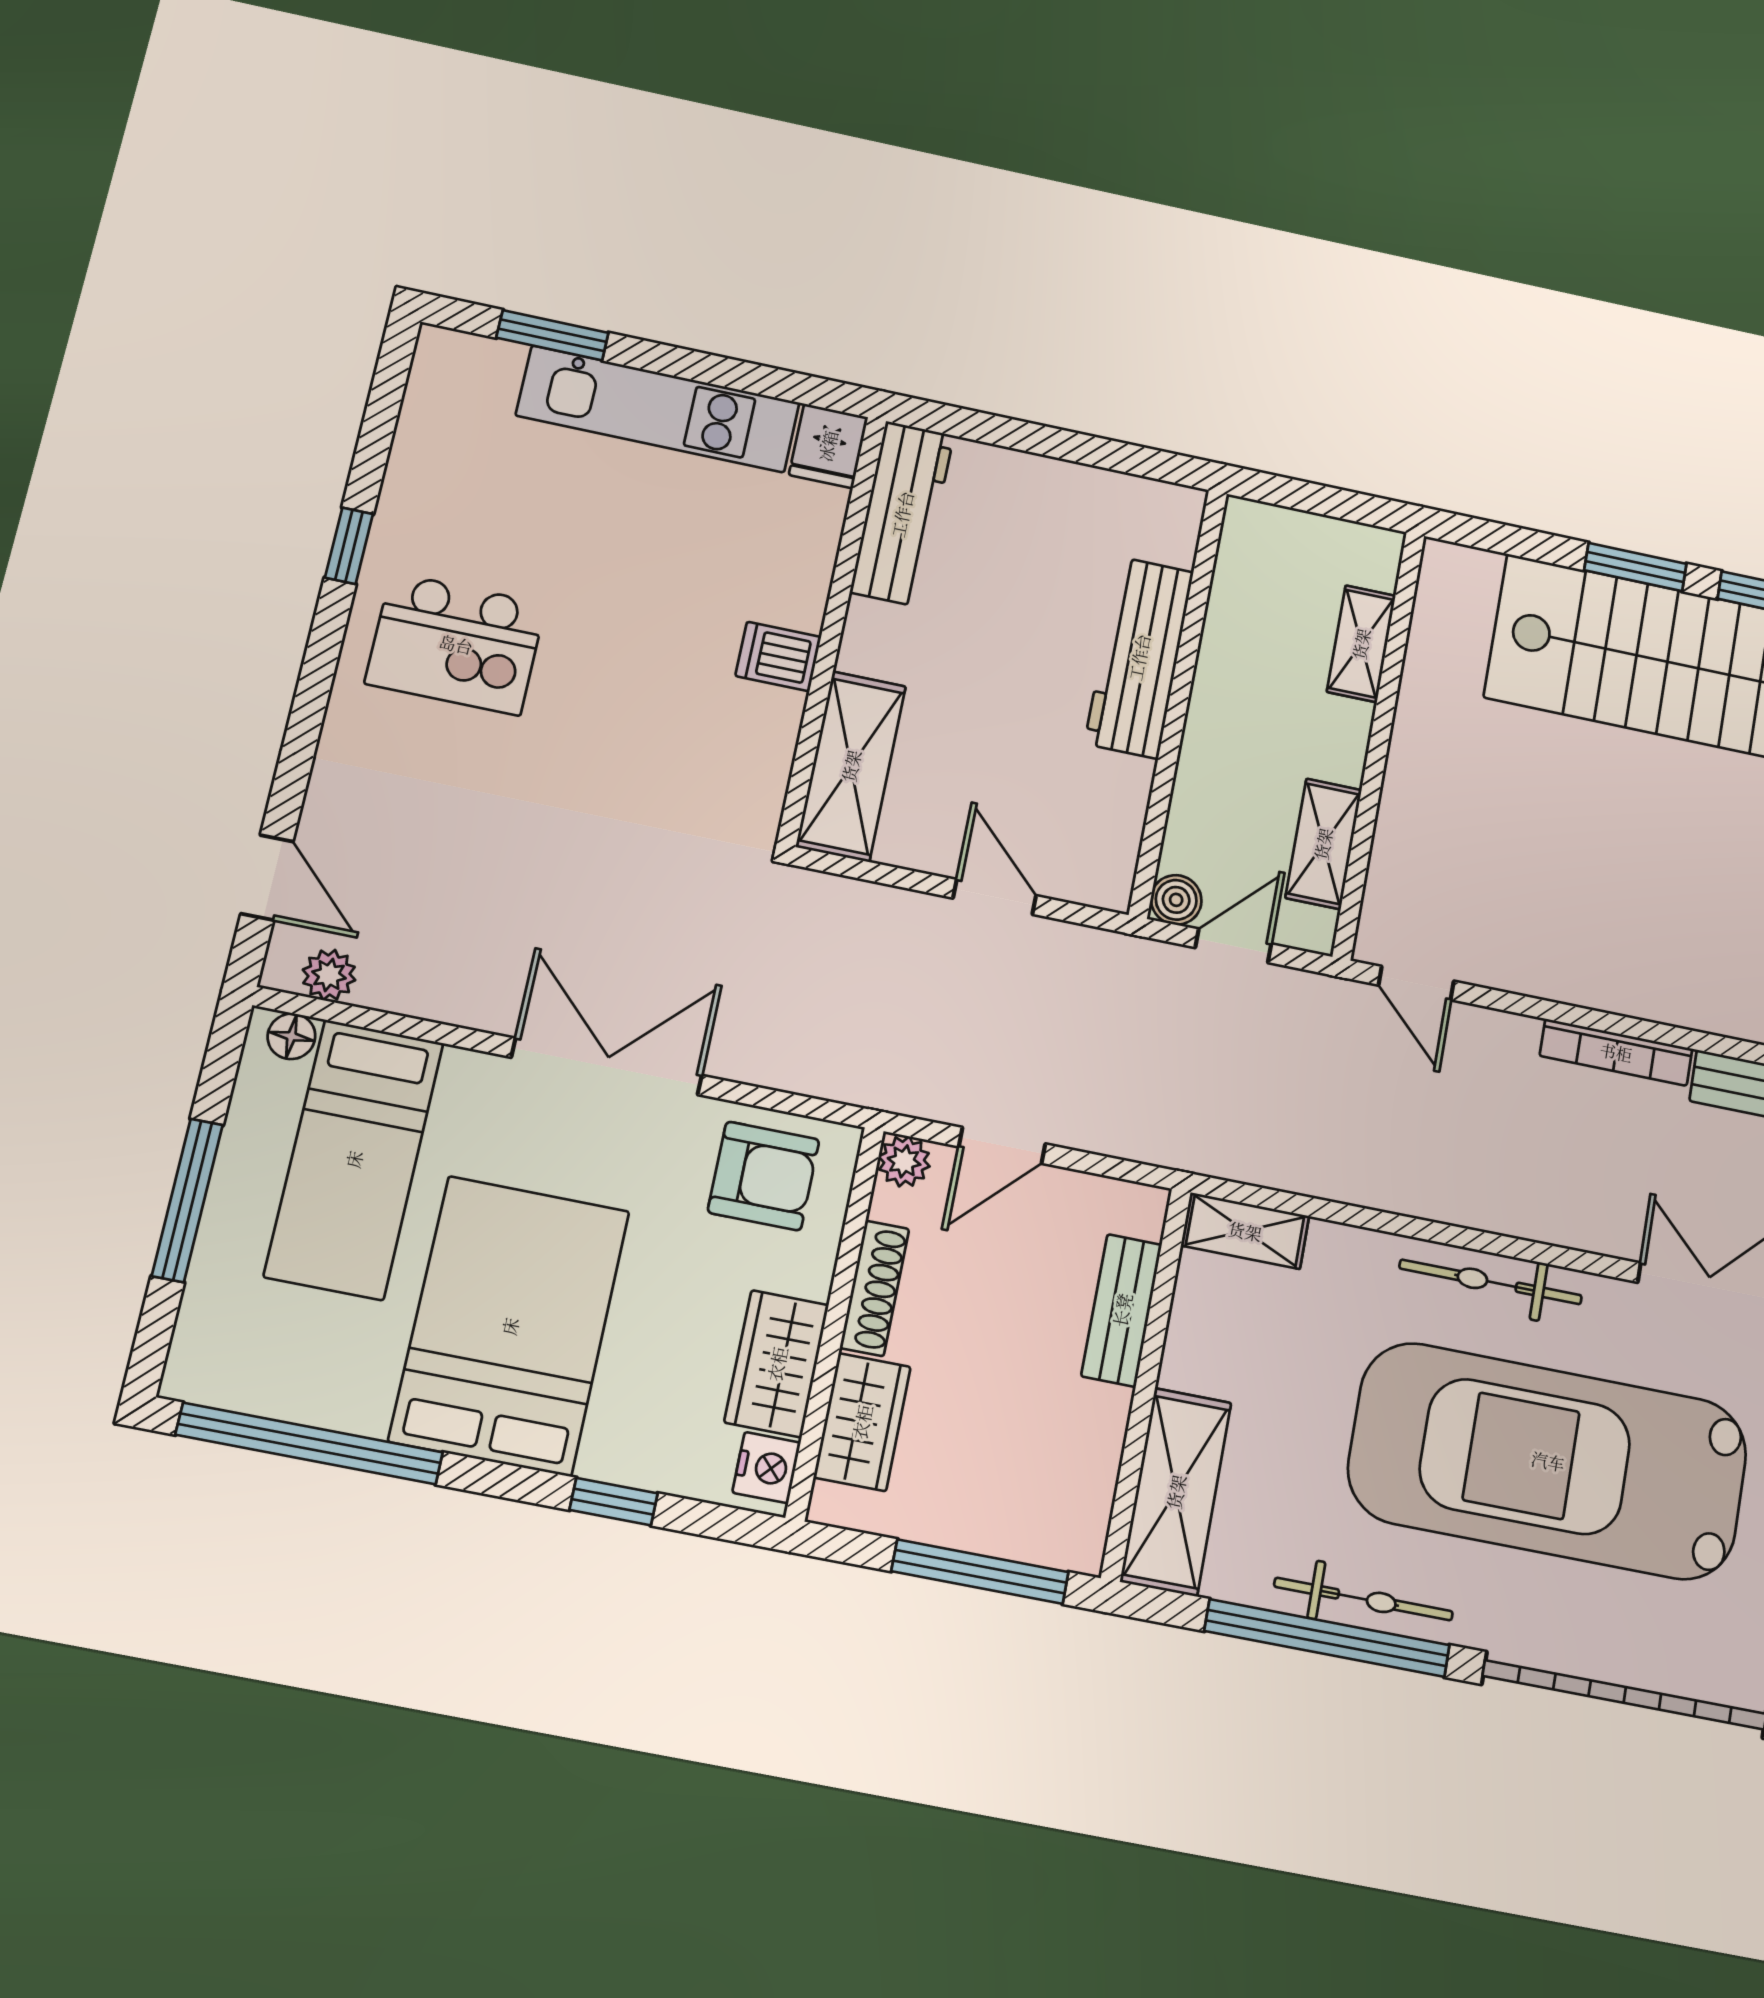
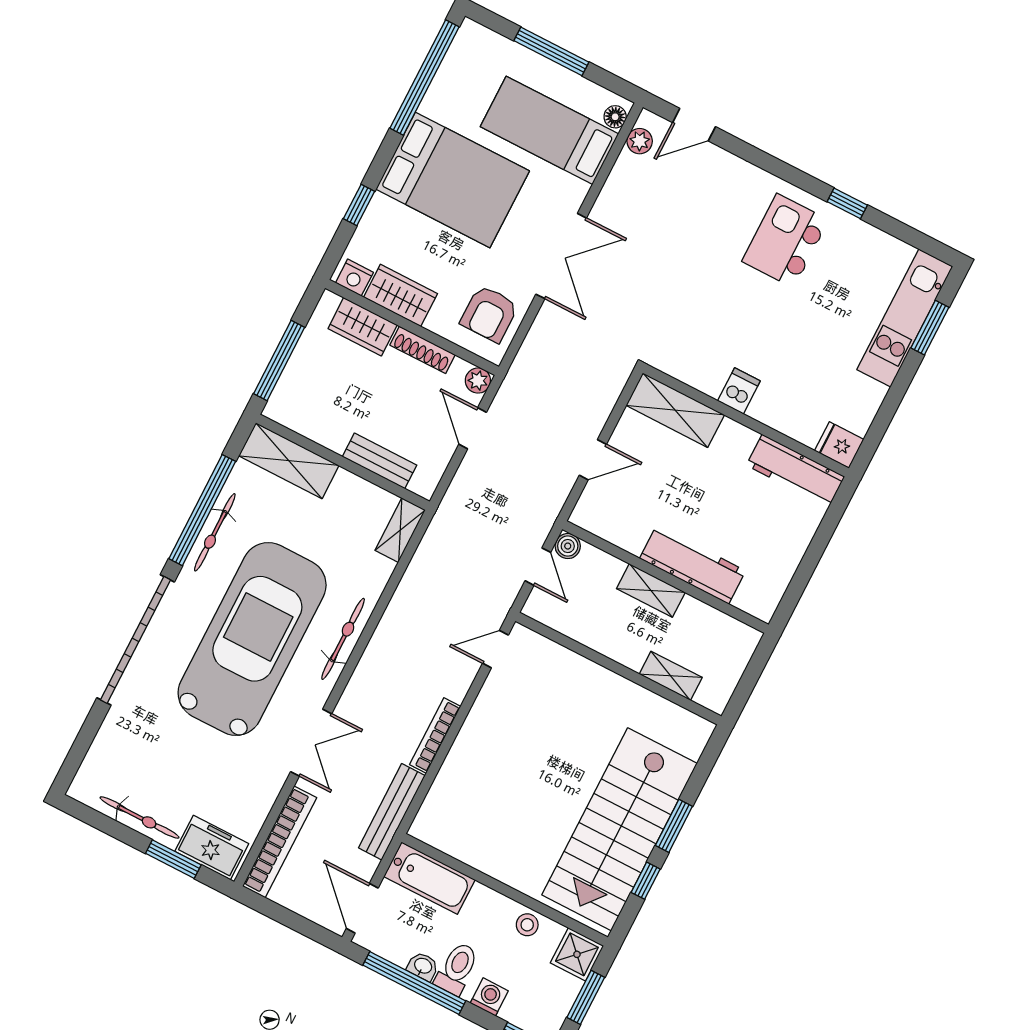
kitchen unit: (658, 409) -> (905, 318), moved
shelving: (1323, 844) -> (651, 590), moved

